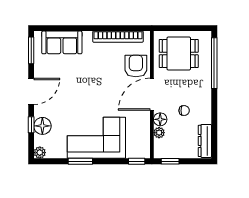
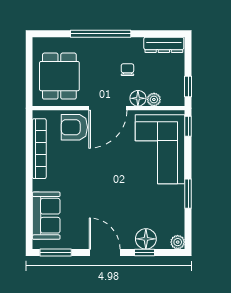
window: (214, 63) -> (101, 34), moved
door: (152, 94) -> (108, 108), hinge flipped
corner sofa: (96, 138) -> (160, 149), moved

